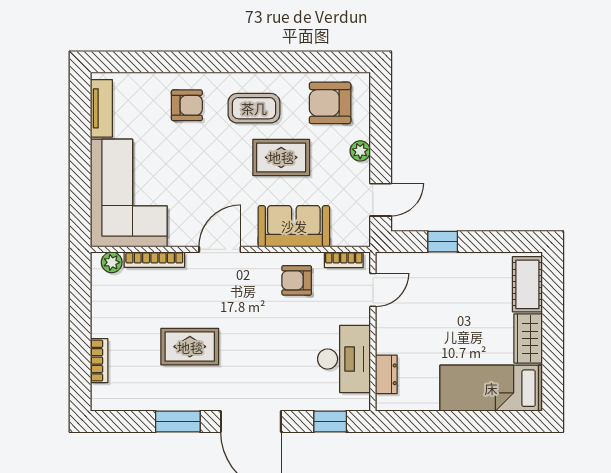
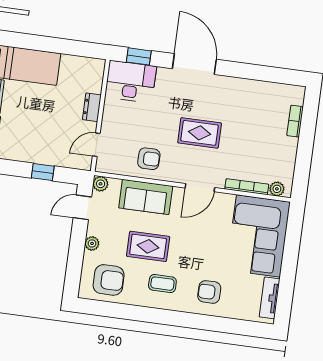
coffee table: (254, 108) -> (162, 284), width x0.73, depth x0.77
plant: (360, 236) -> (101, 184), added
bookcase: (344, 260) -> (114, 169), removed
rug: (190, 347) -> (200, 133), moved
desk: (344, 359) -> (131, 82), moved, turned 90
dresser: (386, 374) -> (92, 107), moved
window: (178, 422) -> (246, 71), removed

